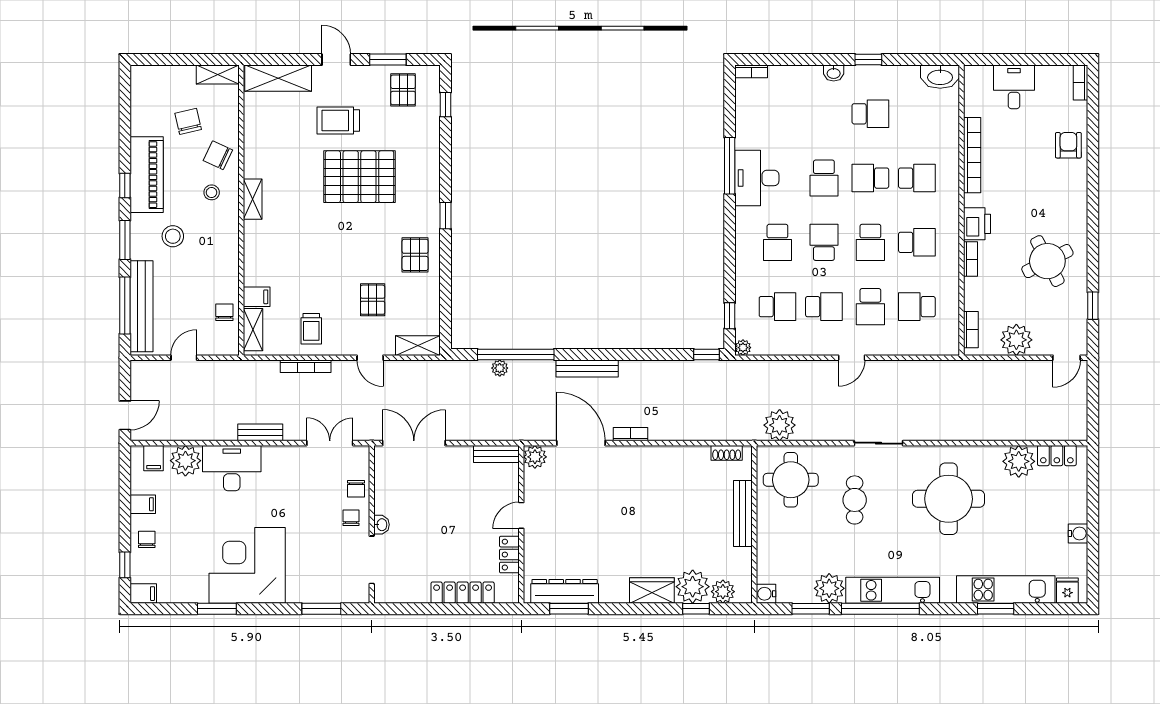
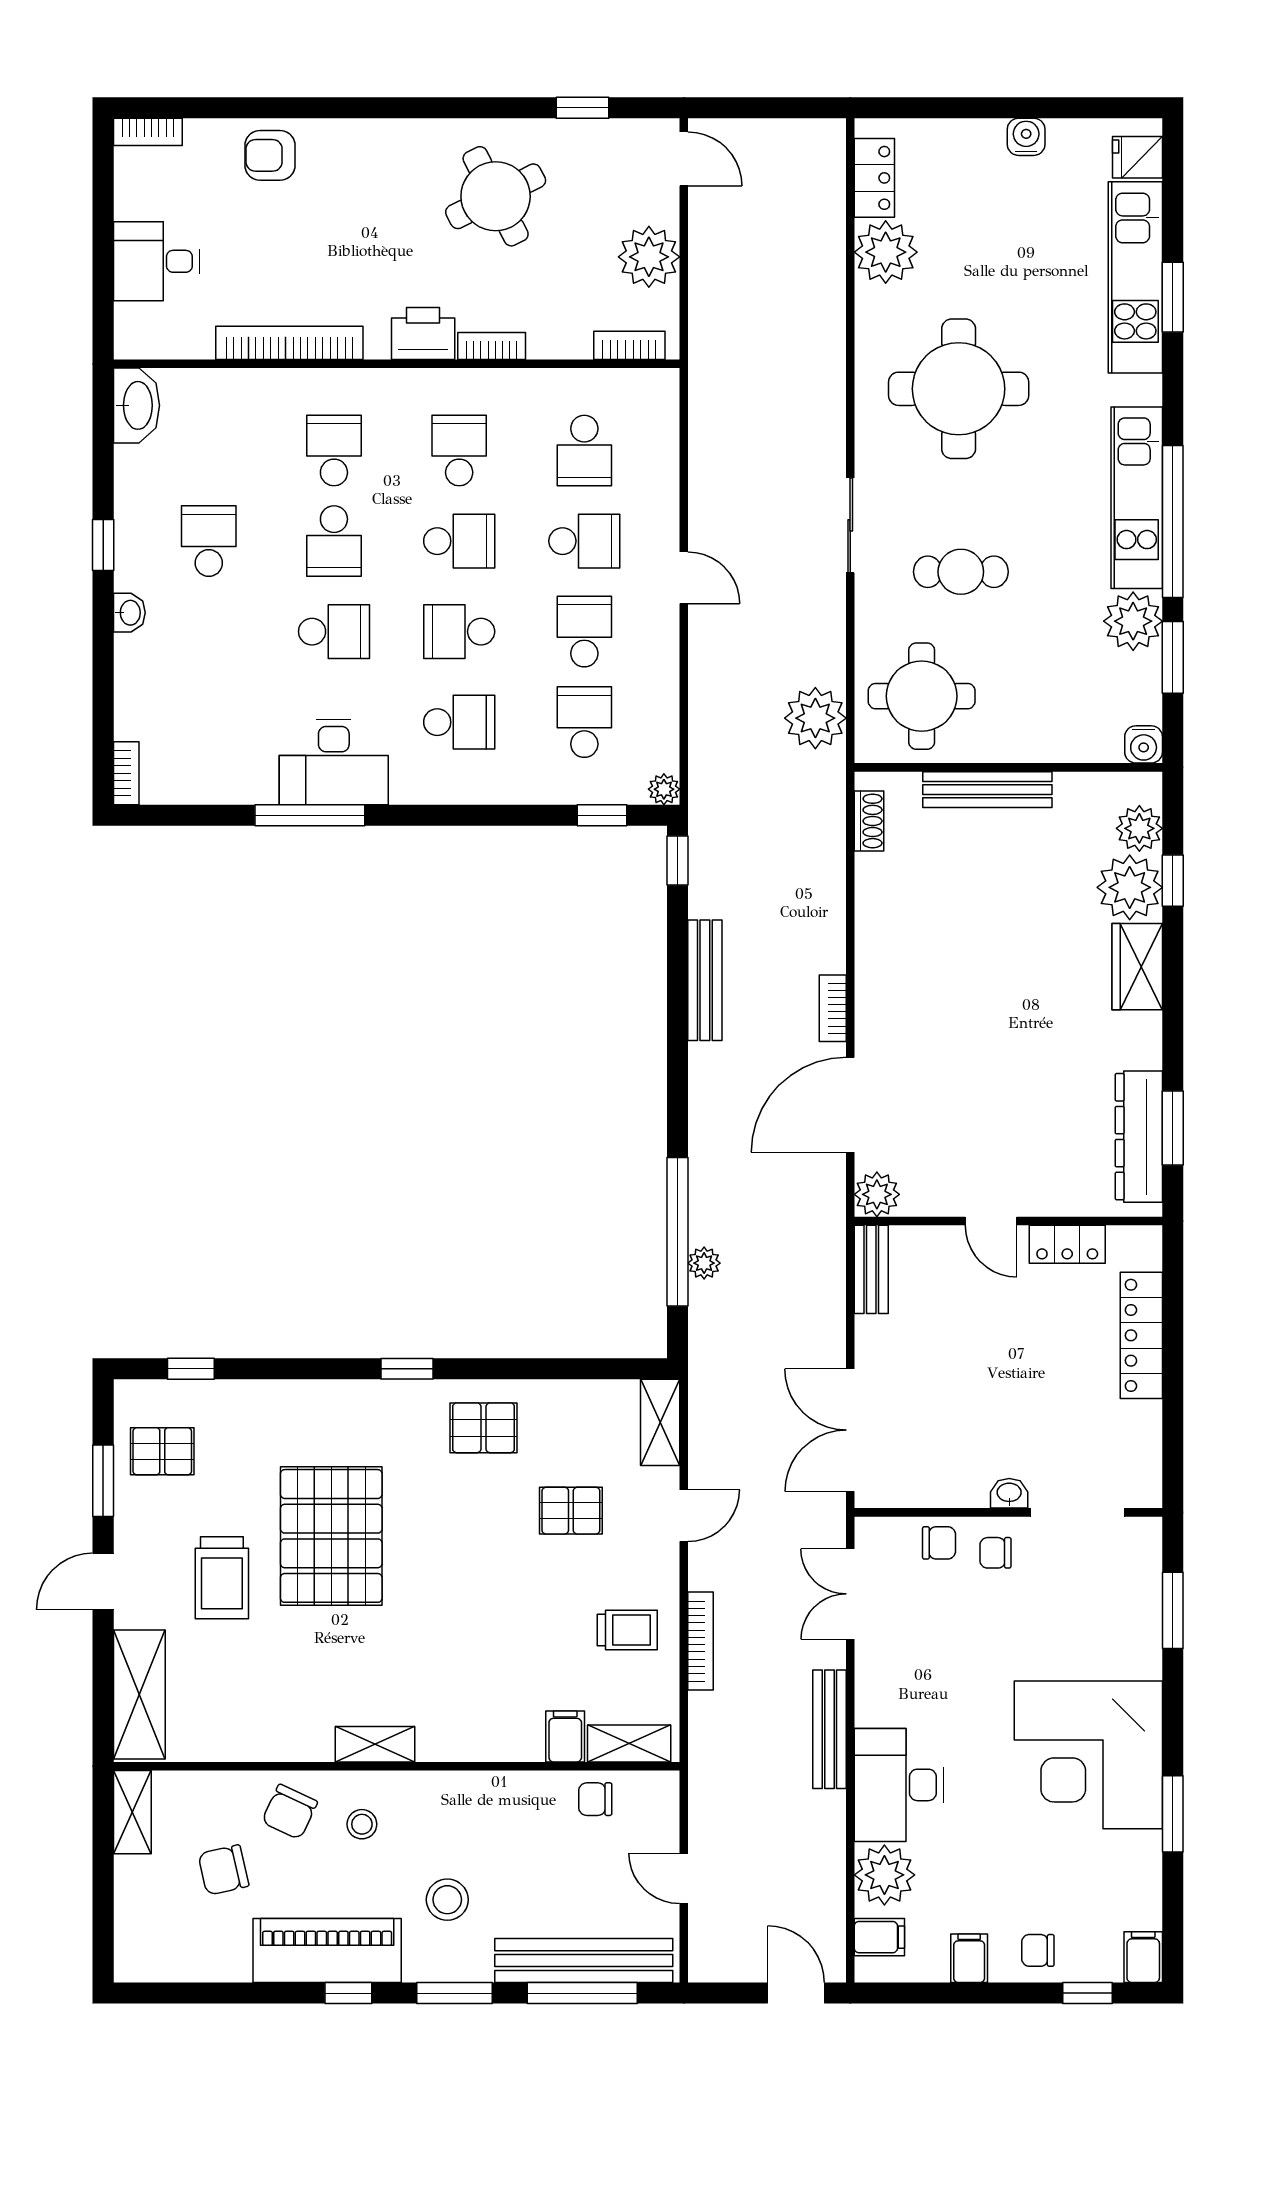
bench: (587, 368) -> (705, 980), moved
bench: (260, 432) -> (829, 1729), width x1.36

